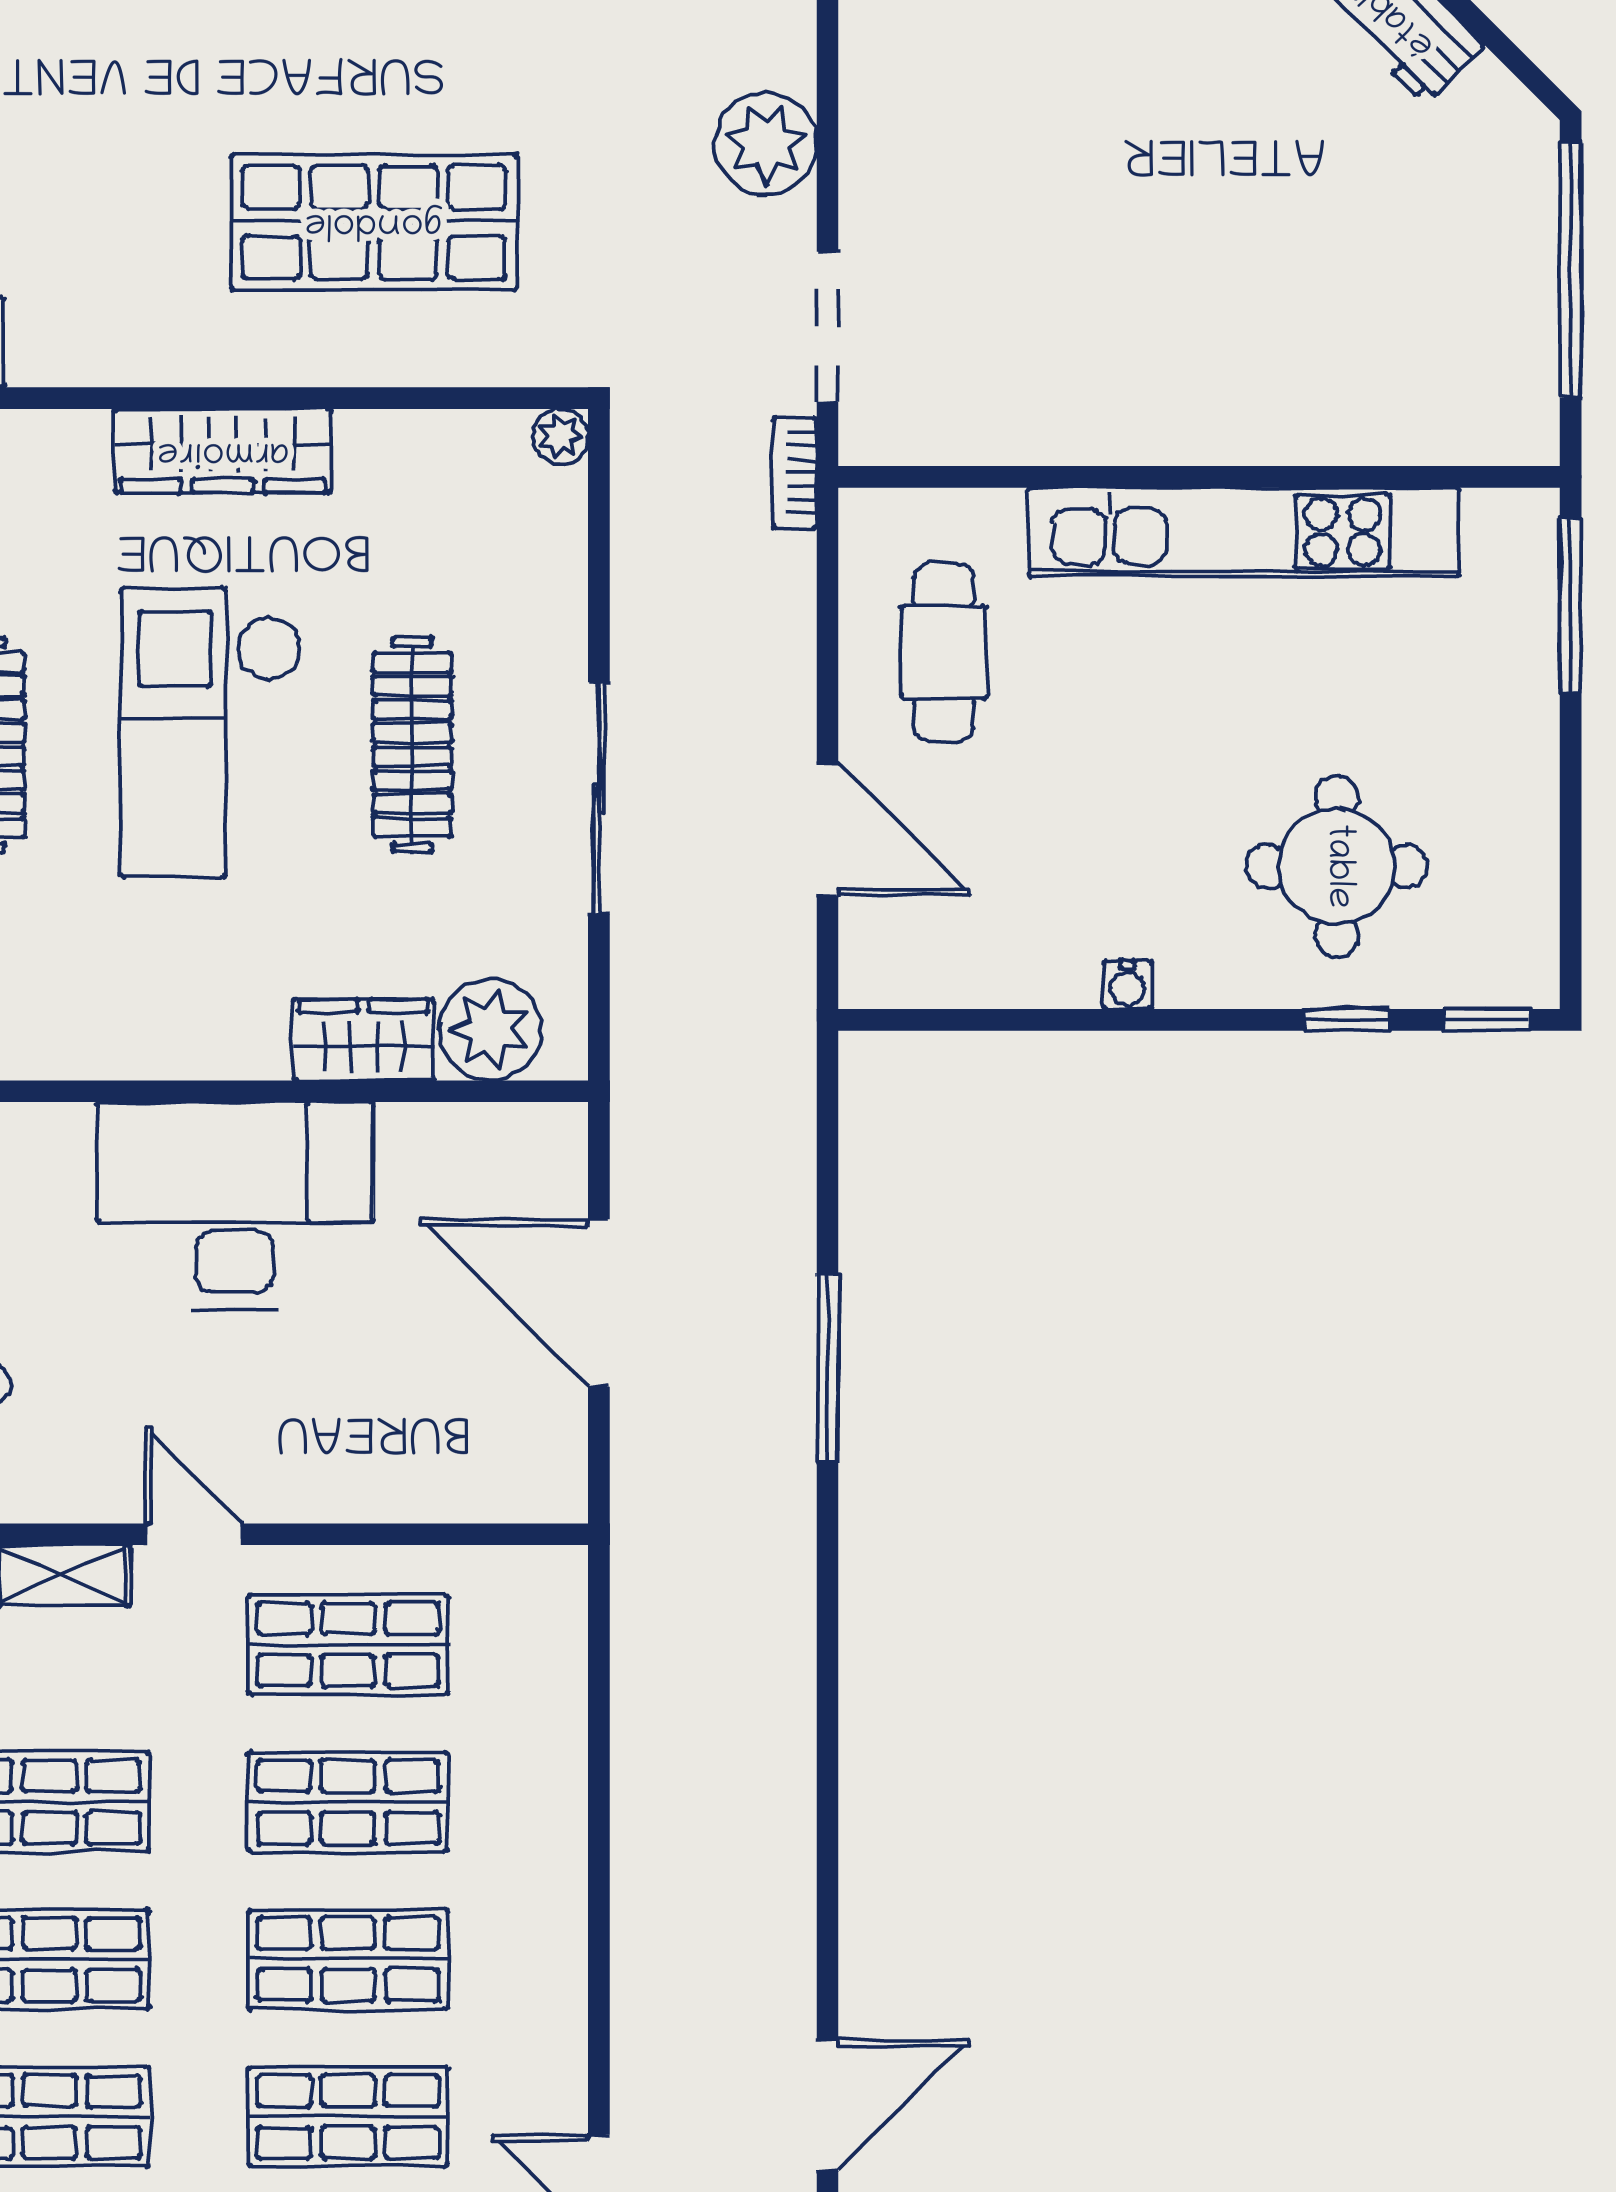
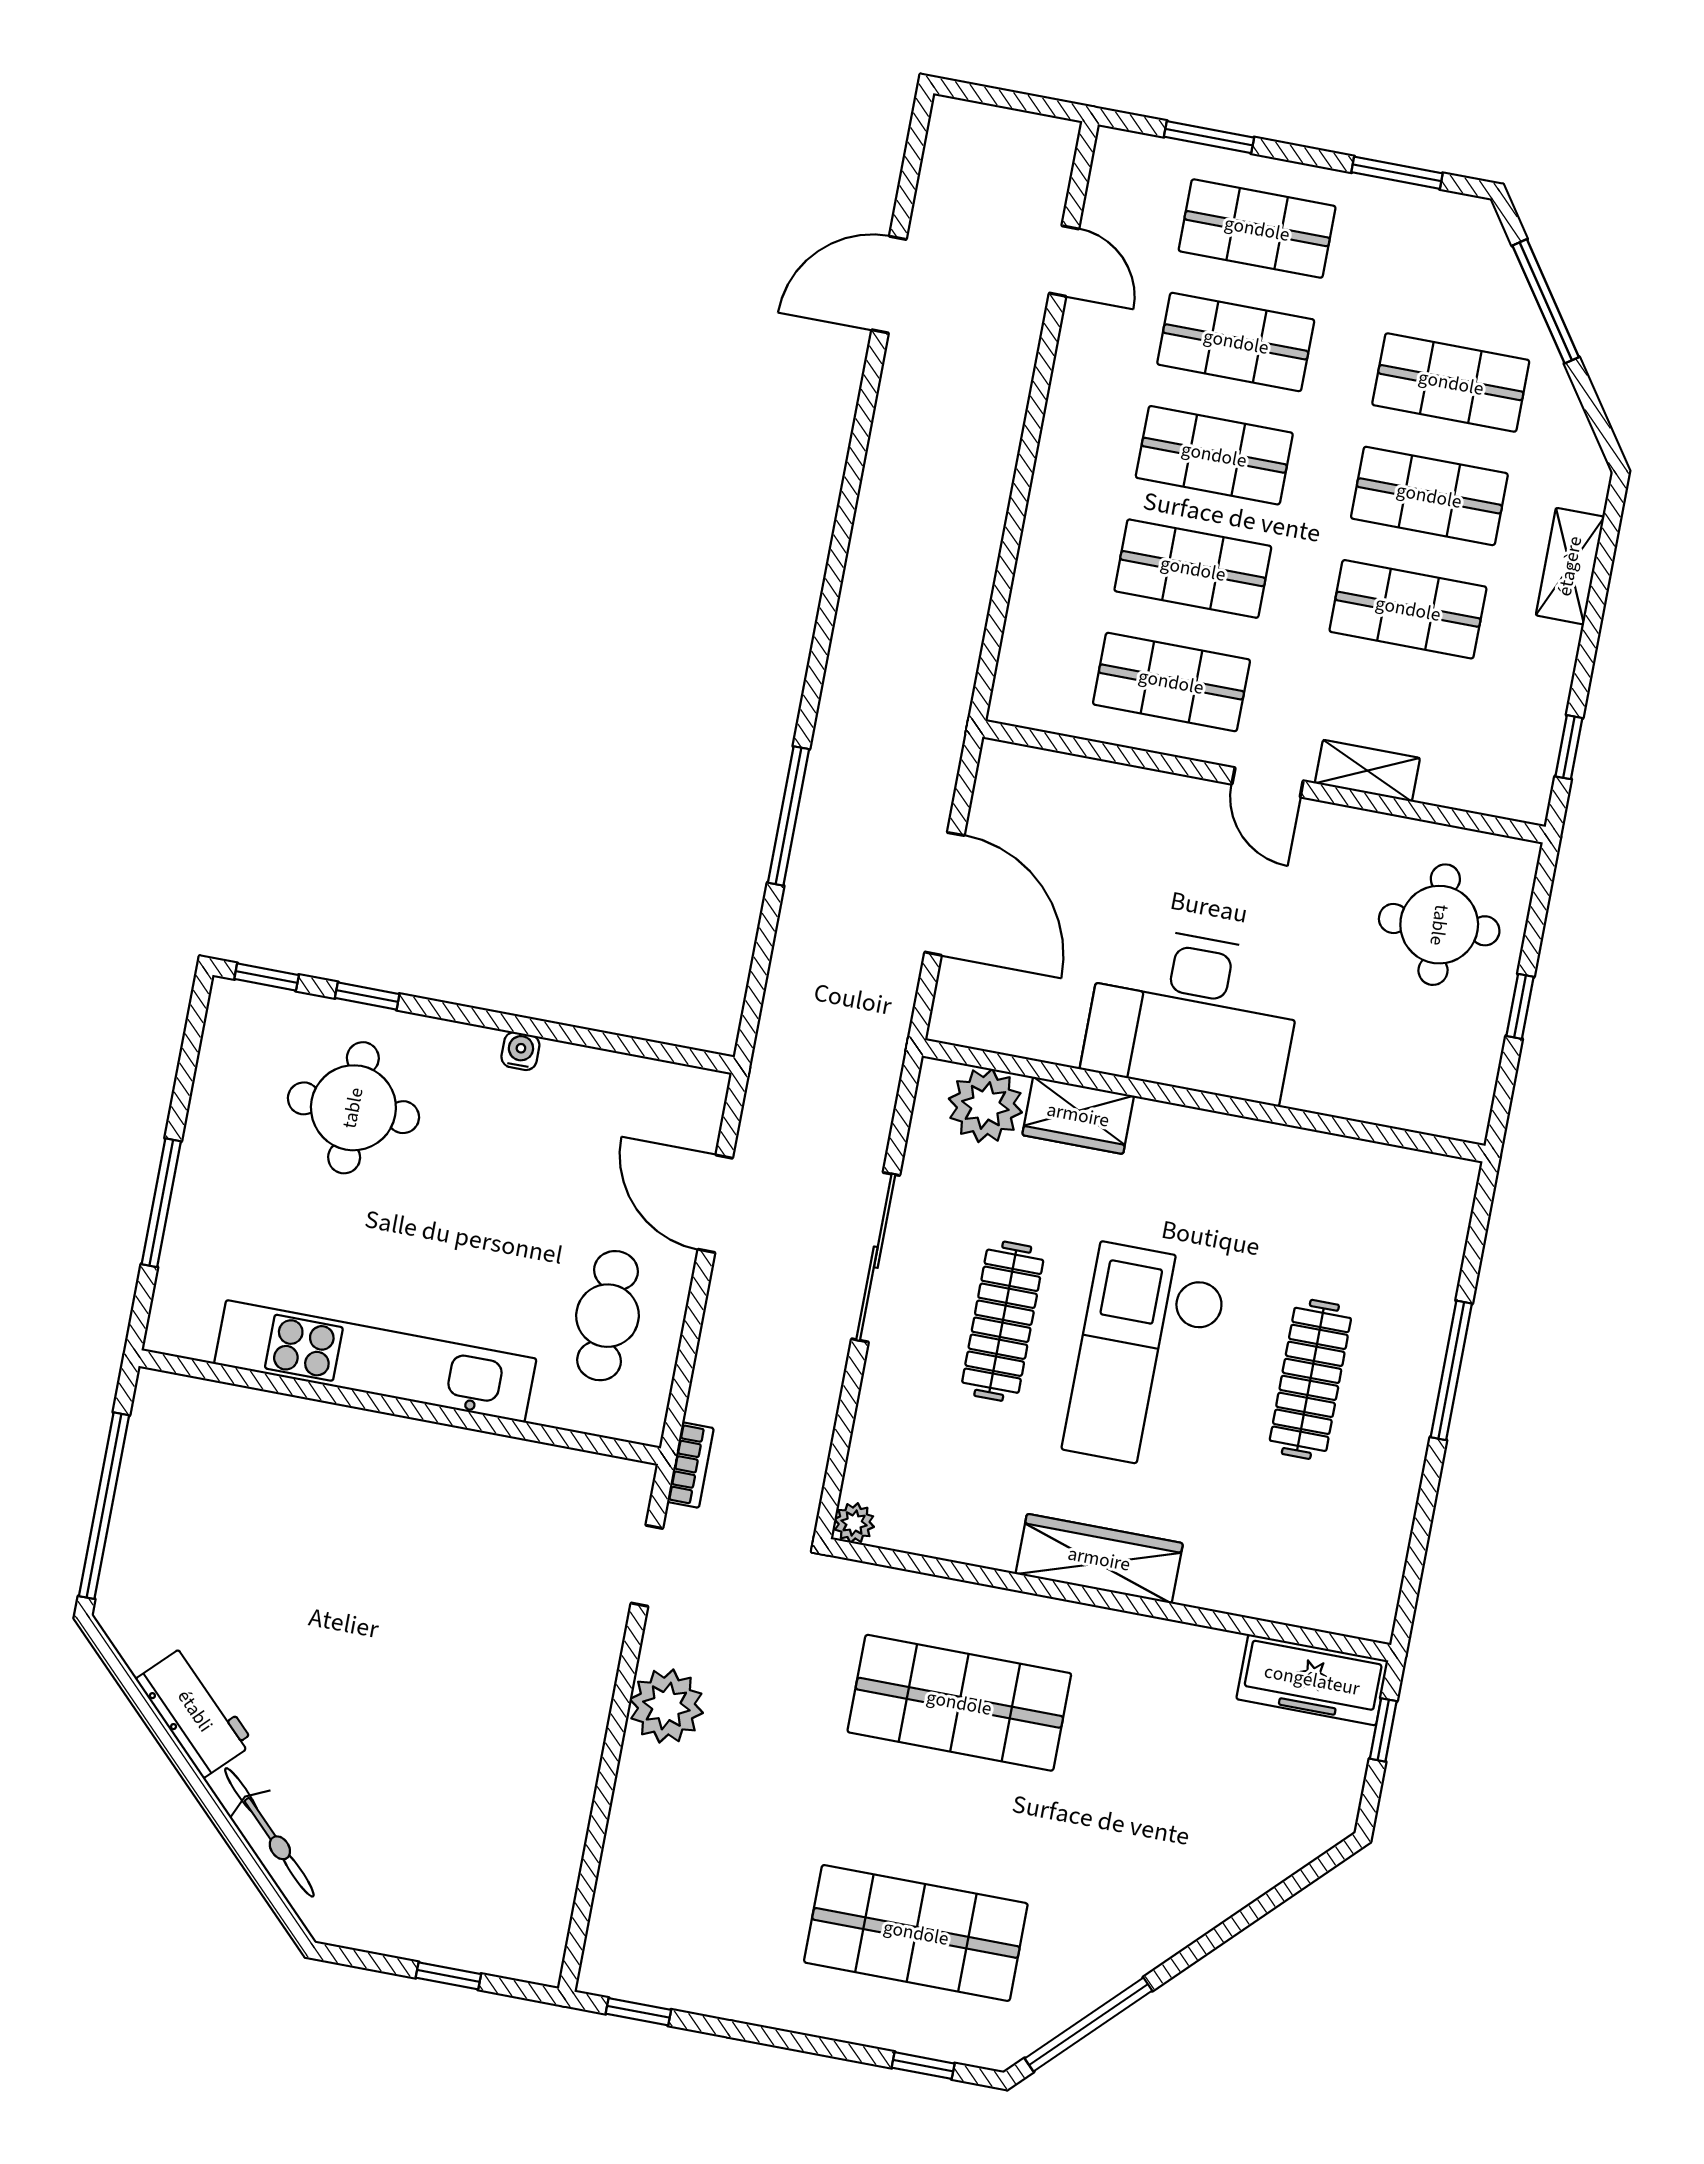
doorway: (827, 327) -> (647, 1566), width x0.73
window: (1571, 606) -> (161, 1203), moved
checkout: (211, 733) -> (1146, 1357), turned 180

